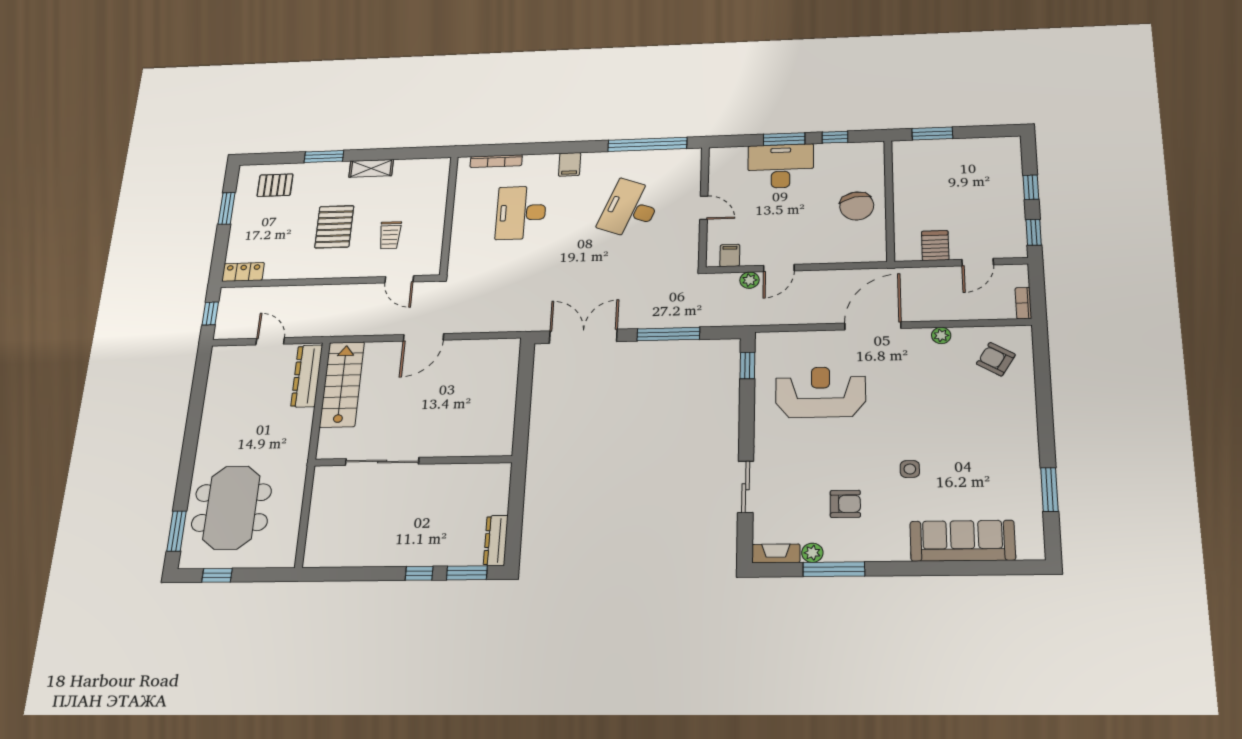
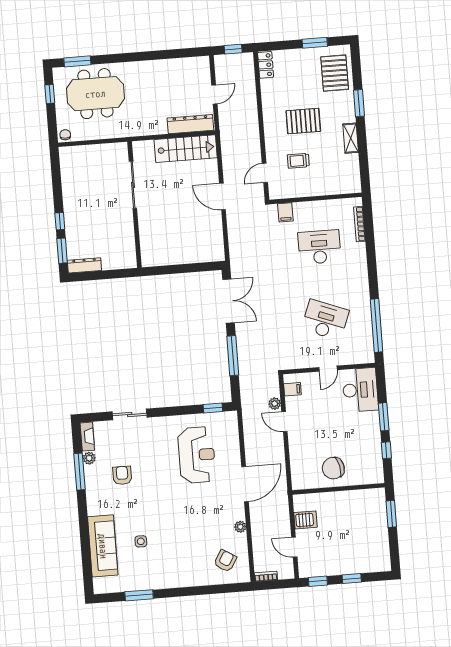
filing cabinet: (570, 164) -> (285, 212), moved, turned -90
desk: (781, 166) -> (360, 390), moved
pallet: (275, 185) -> (335, 73), width x1.50, depth x1.42
door: (873, 326) -> (245, 484), hinge flipped
side table: (910, 469) -> (141, 541), moved
armchair: (845, 504) -> (122, 475), turned 180
chair: (285, 556) -> (65, 135), added

